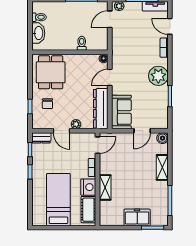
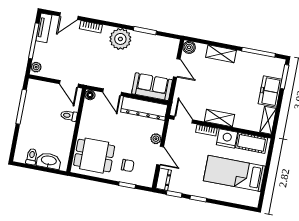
door: (110, 19) -> (69, 84), moved
door: (62, 131) -> (160, 156), hinge flipped
shelving: (105, 187) -> (219, 118), moved
shelving: (111, 220) -> (268, 120), added

